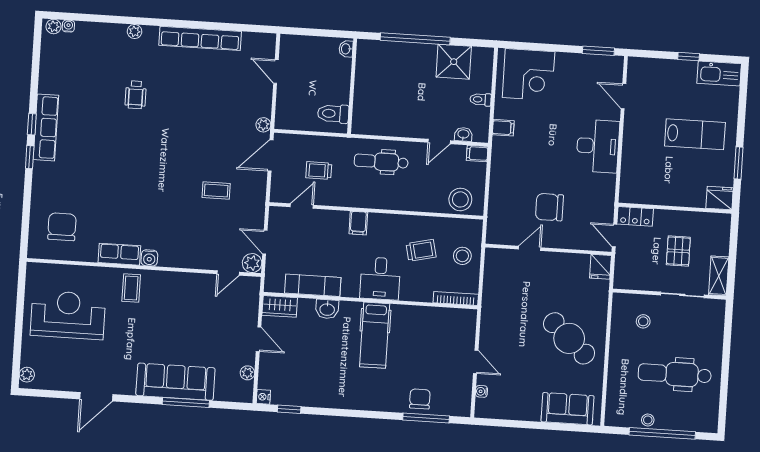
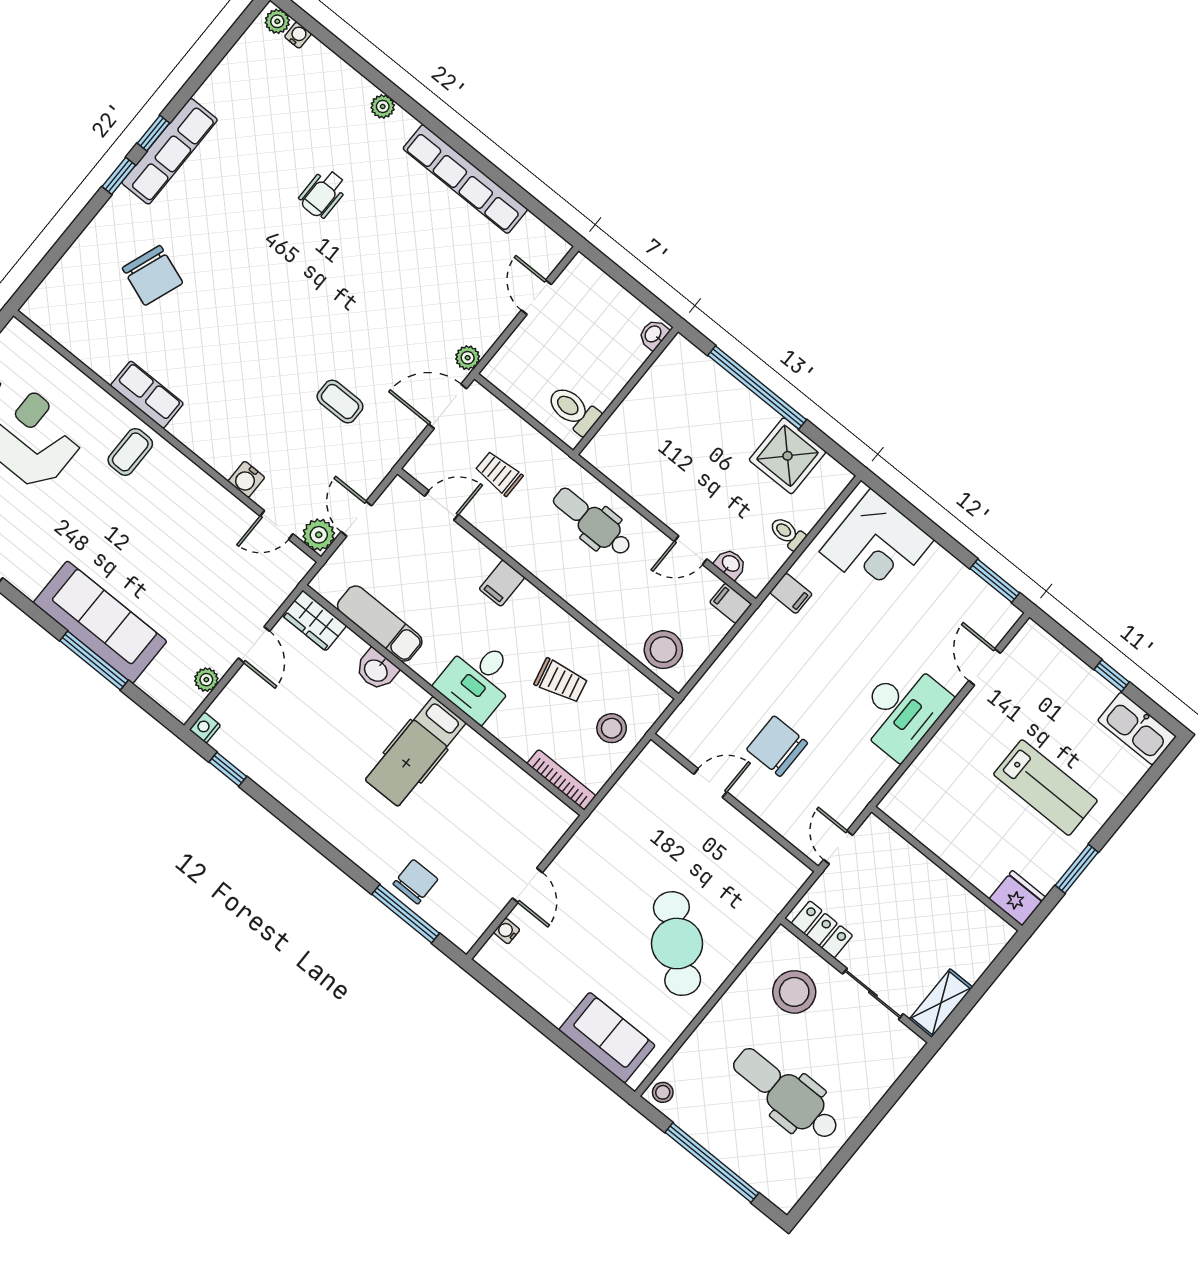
locker: (635, 216) -> (822, 929), moved, turned 180
chair: (62, 227) -> (153, 275), moved, turned 110
pallet: (678, 251) -> (910, 930), removed
water cooler: (149, 258) -> (246, 479), moved
fridge: (600, 267) -> (789, 877), removed
stool: (643, 321) -> (794, 992), width x1.89, depth x1.89
stool: (648, 420) -> (663, 1092), moved

